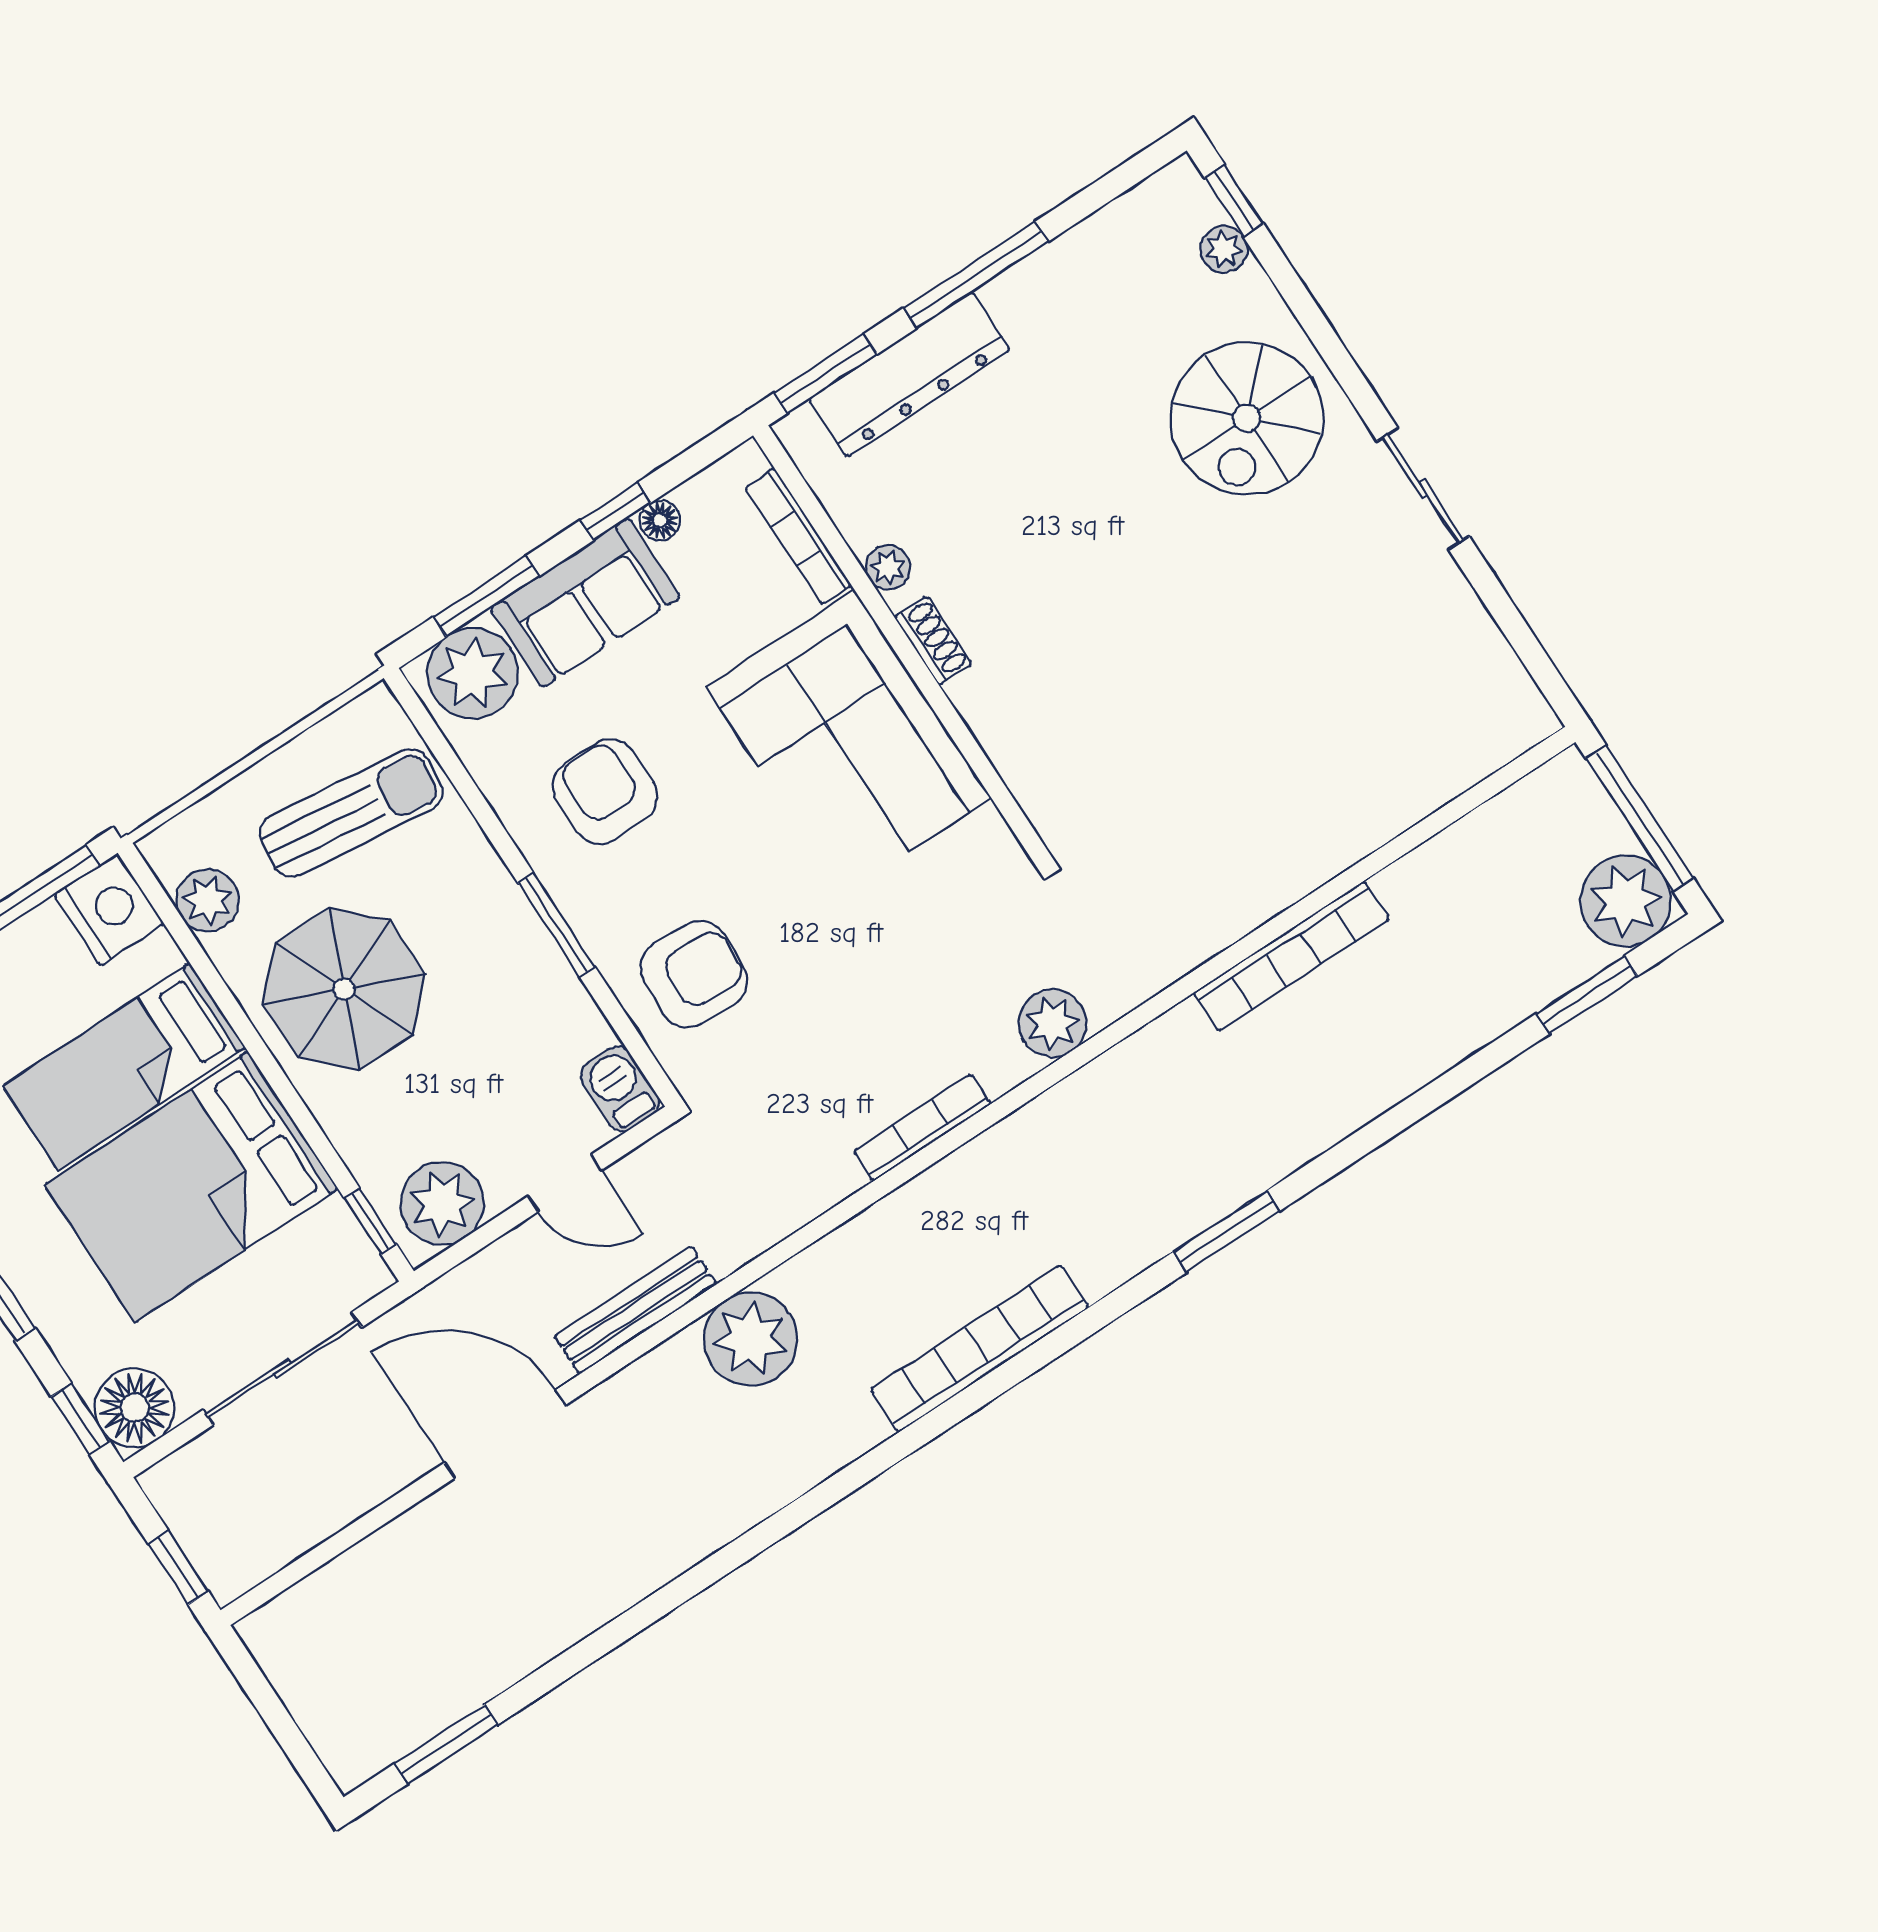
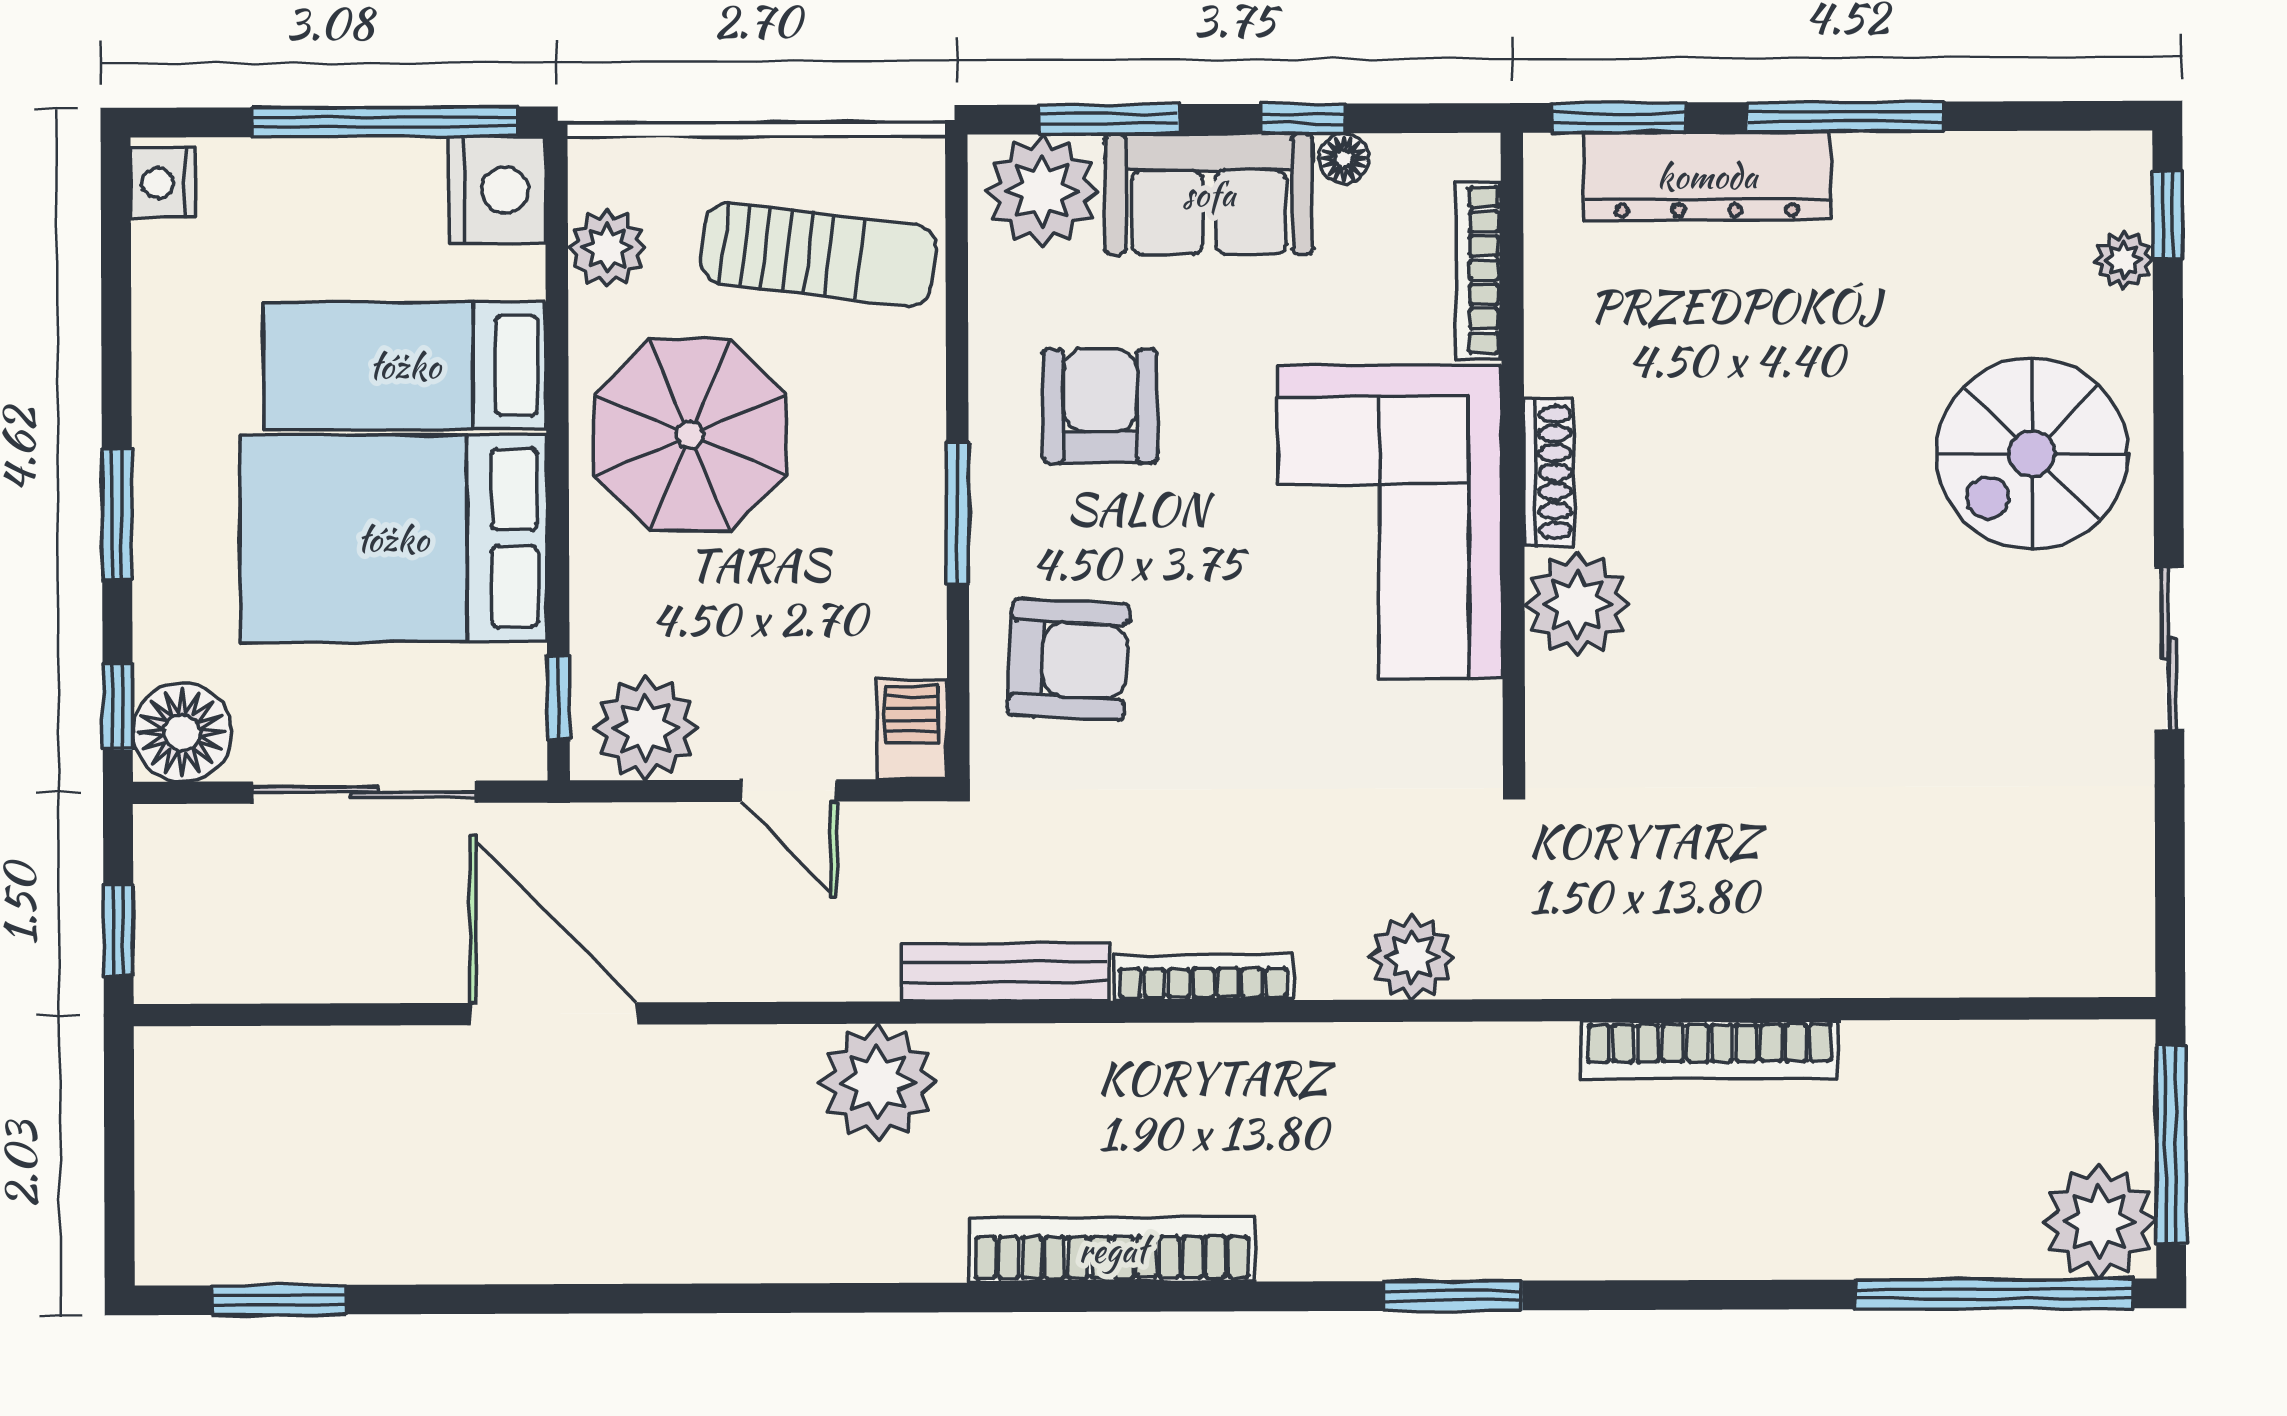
plant: (888, 568) -> (1577, 604), moved, width x1.87, depth x1.87
shoe rack: (933, 640) -> (1549, 472), width x1.43
window: (1587, 995) -> (1994, 1294), width x2.11
bench: (635, 1310) -> (1005, 972), moved

